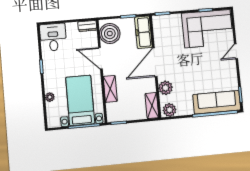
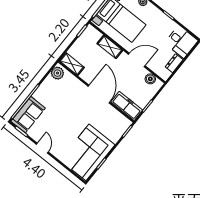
dresser: (87, 26) -> (174, 63), moved
boiler: (110, 34) -> (150, 79), width x0.54, depth x0.54
door: (236, 51) -> (42, 148), moved
plant: (166, 88) -> (75, 85), removed
sofa: (217, 102) -> (28, 115), width x0.73

